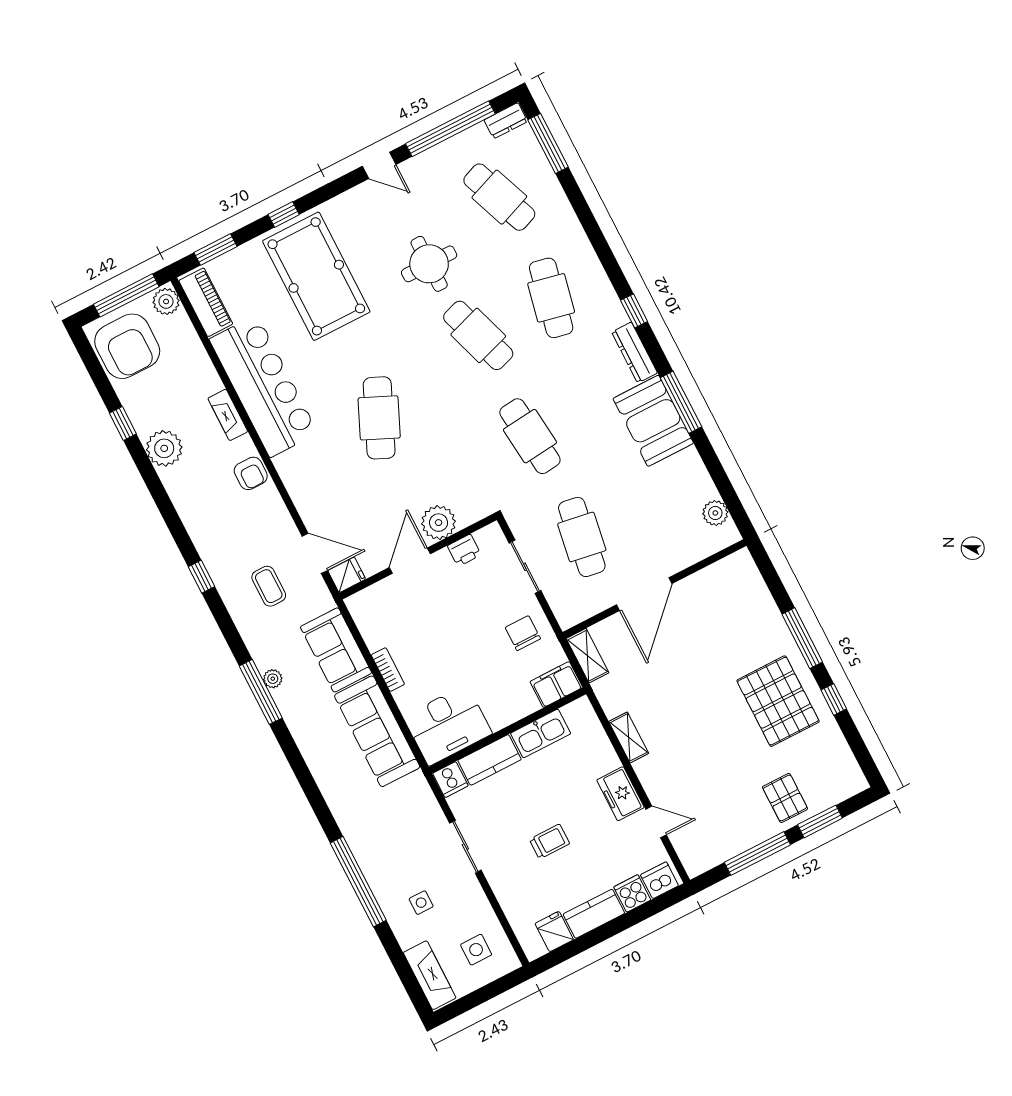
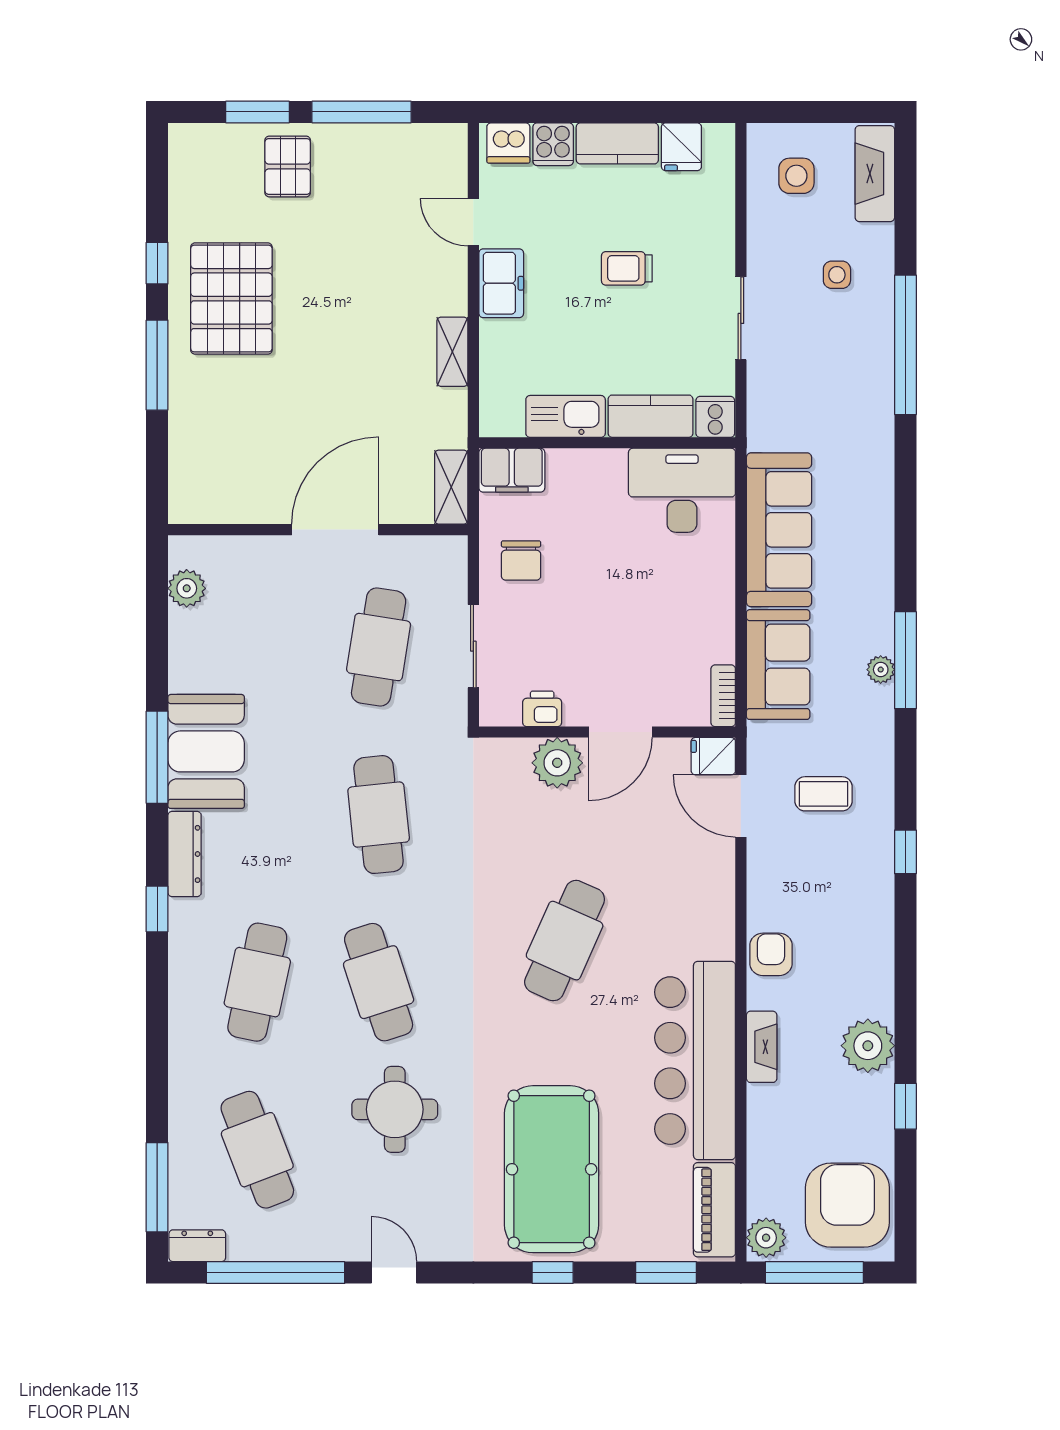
coffee table: (269, 586) -> (823, 794), turned 90
bookcase: (388, 670) -> (723, 696), moved

